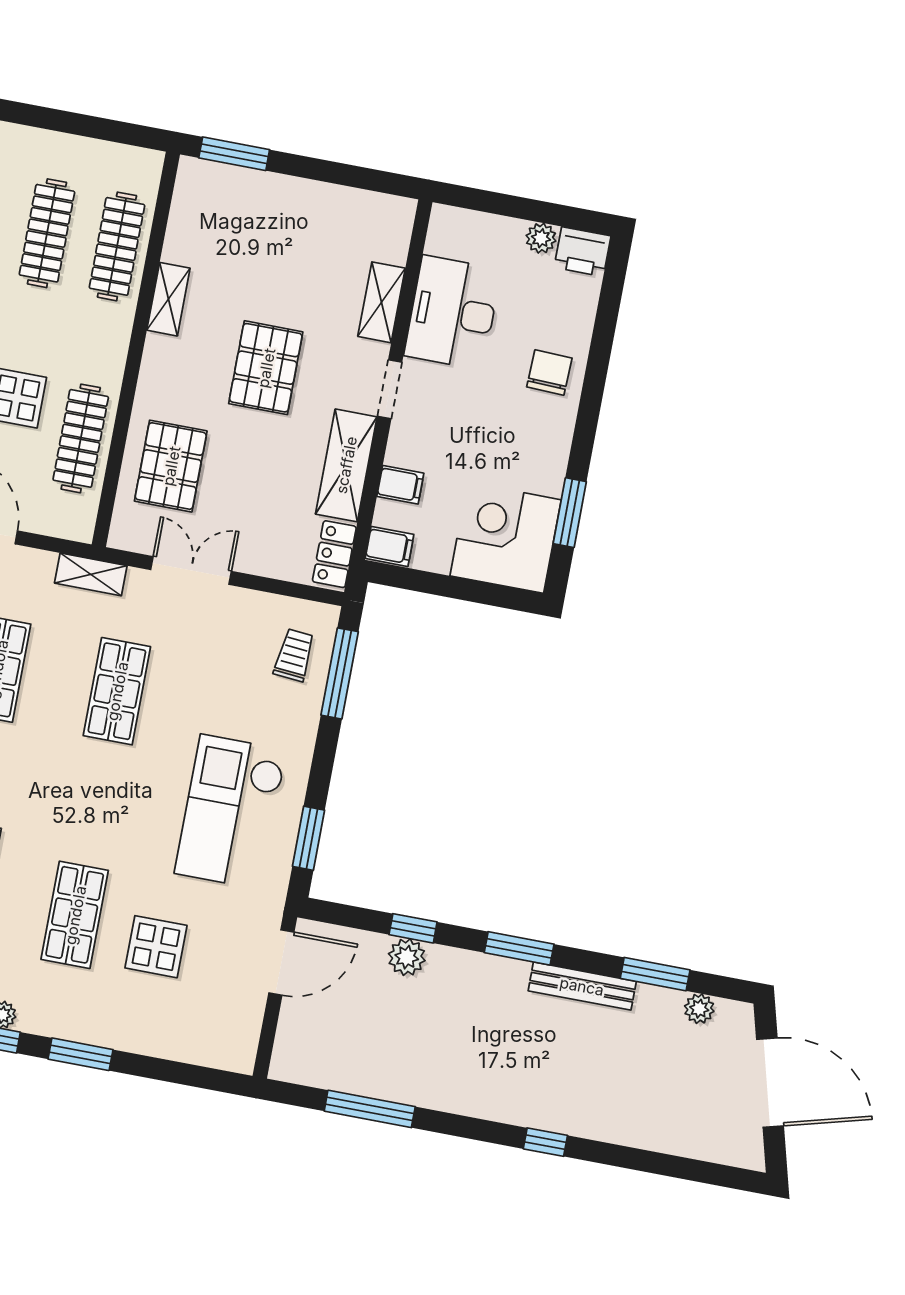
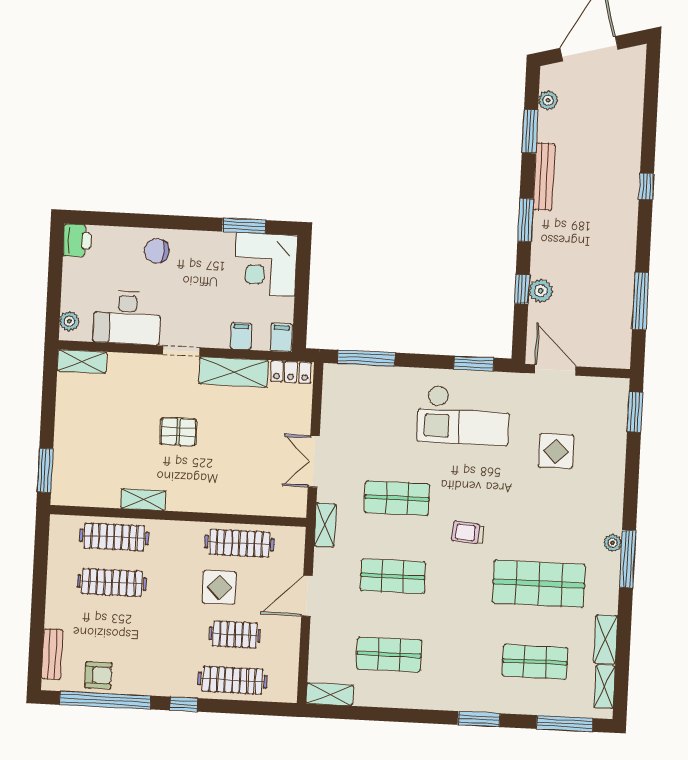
plant: (541, 238) -> (69, 321), moved
shelving: (382, 302) -> (82, 362), moved
pallet: (266, 368) -> (178, 432), width x0.67, depth x0.71
pallet: (171, 466) -> (249, 484), removed
trolley: (294, 655) -> (468, 533), moved
shop shelf: (75, 915) -> (543, 506), removed
window: (81, 1054) -> (635, 412), moved

